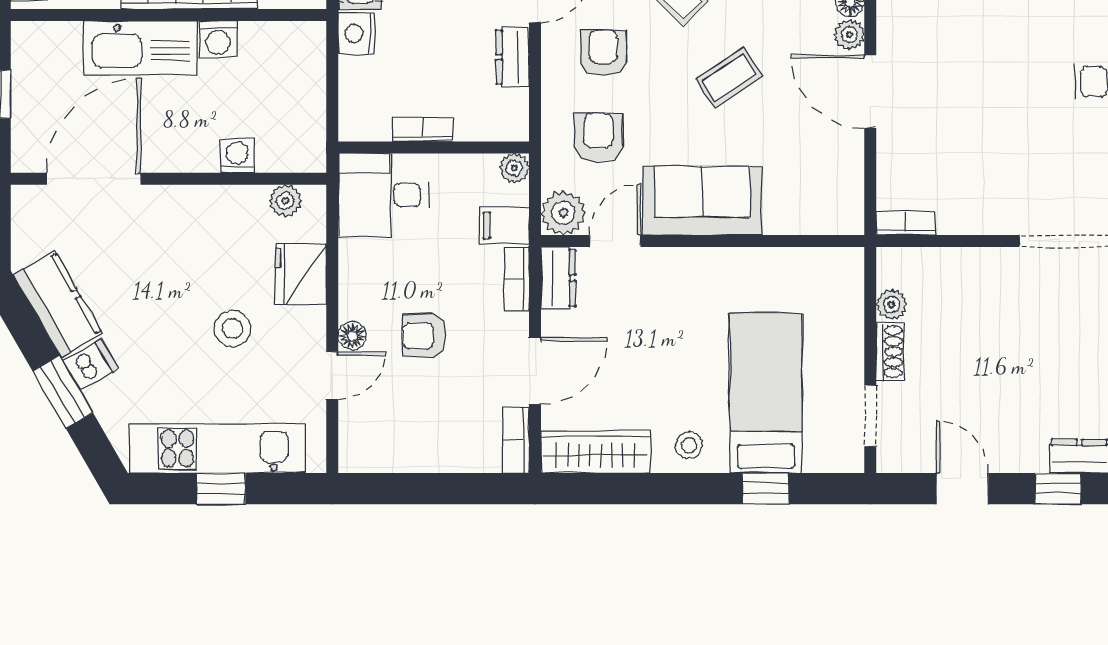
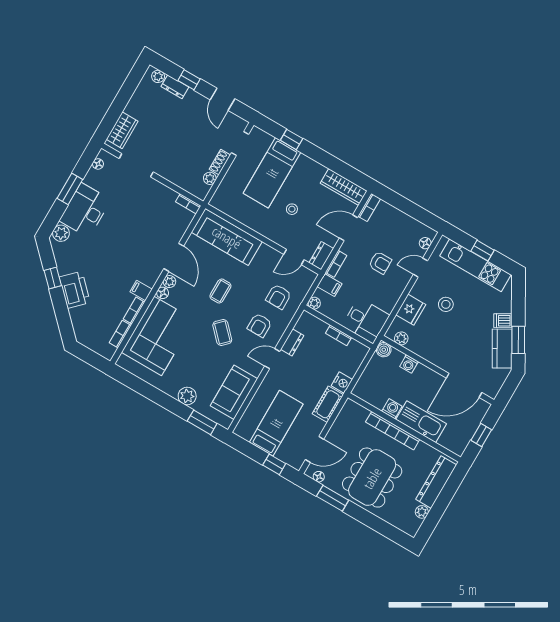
coffee table: (729, 78) -> (220, 291), turned -57
boiler: (309, 155) -> (384, 350), added
sofa: (702, 201) -> (227, 237), moved, width x1.36
plant: (563, 213) -> (306, 277), removed
floor lamp: (352, 336) -> (425, 243), moved
window: (63, 392) -> (518, 340), moved
stool: (689, 445) -> (292, 209), moved

